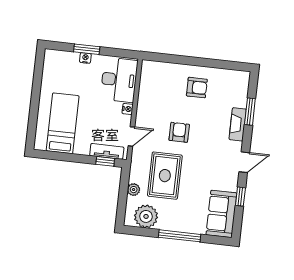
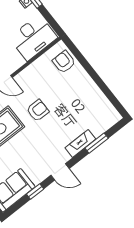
armchair: (197, 88) -> (64, 62), moved, turned 180
nightstand: (128, 109) -> (20, 62), removed

